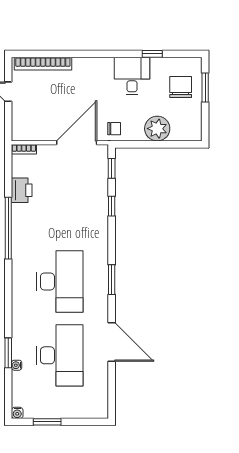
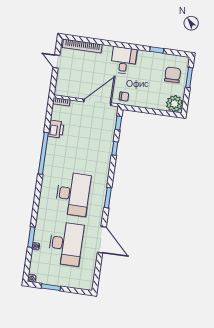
desk: (132, 76) -> (124, 60), moved
plant: (157, 129) -> (175, 104), moved

